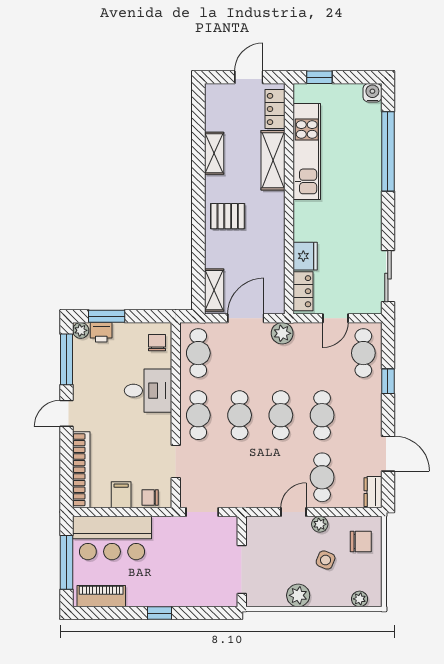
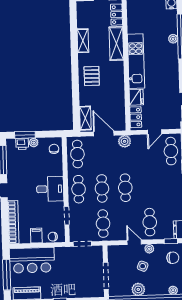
kitchen unit: (307, 152) -> (136, 61), moved
plant: (373, 155) -> (173, 39), added
pallet: (228, 216) -> (92, 76), turned 90
door: (246, 318) -> (104, 134), hinge flipped
plant: (81, 330) -> (34, 143), moved
desk: (148, 391) -> (50, 189), moved
cafe table: (322, 415) -> (103, 224), moved
door: (294, 512) -> (134, 242), hinge flipped
window: (358, 512) -> (171, 241), added
side table: (326, 560) -> (143, 266), moved

